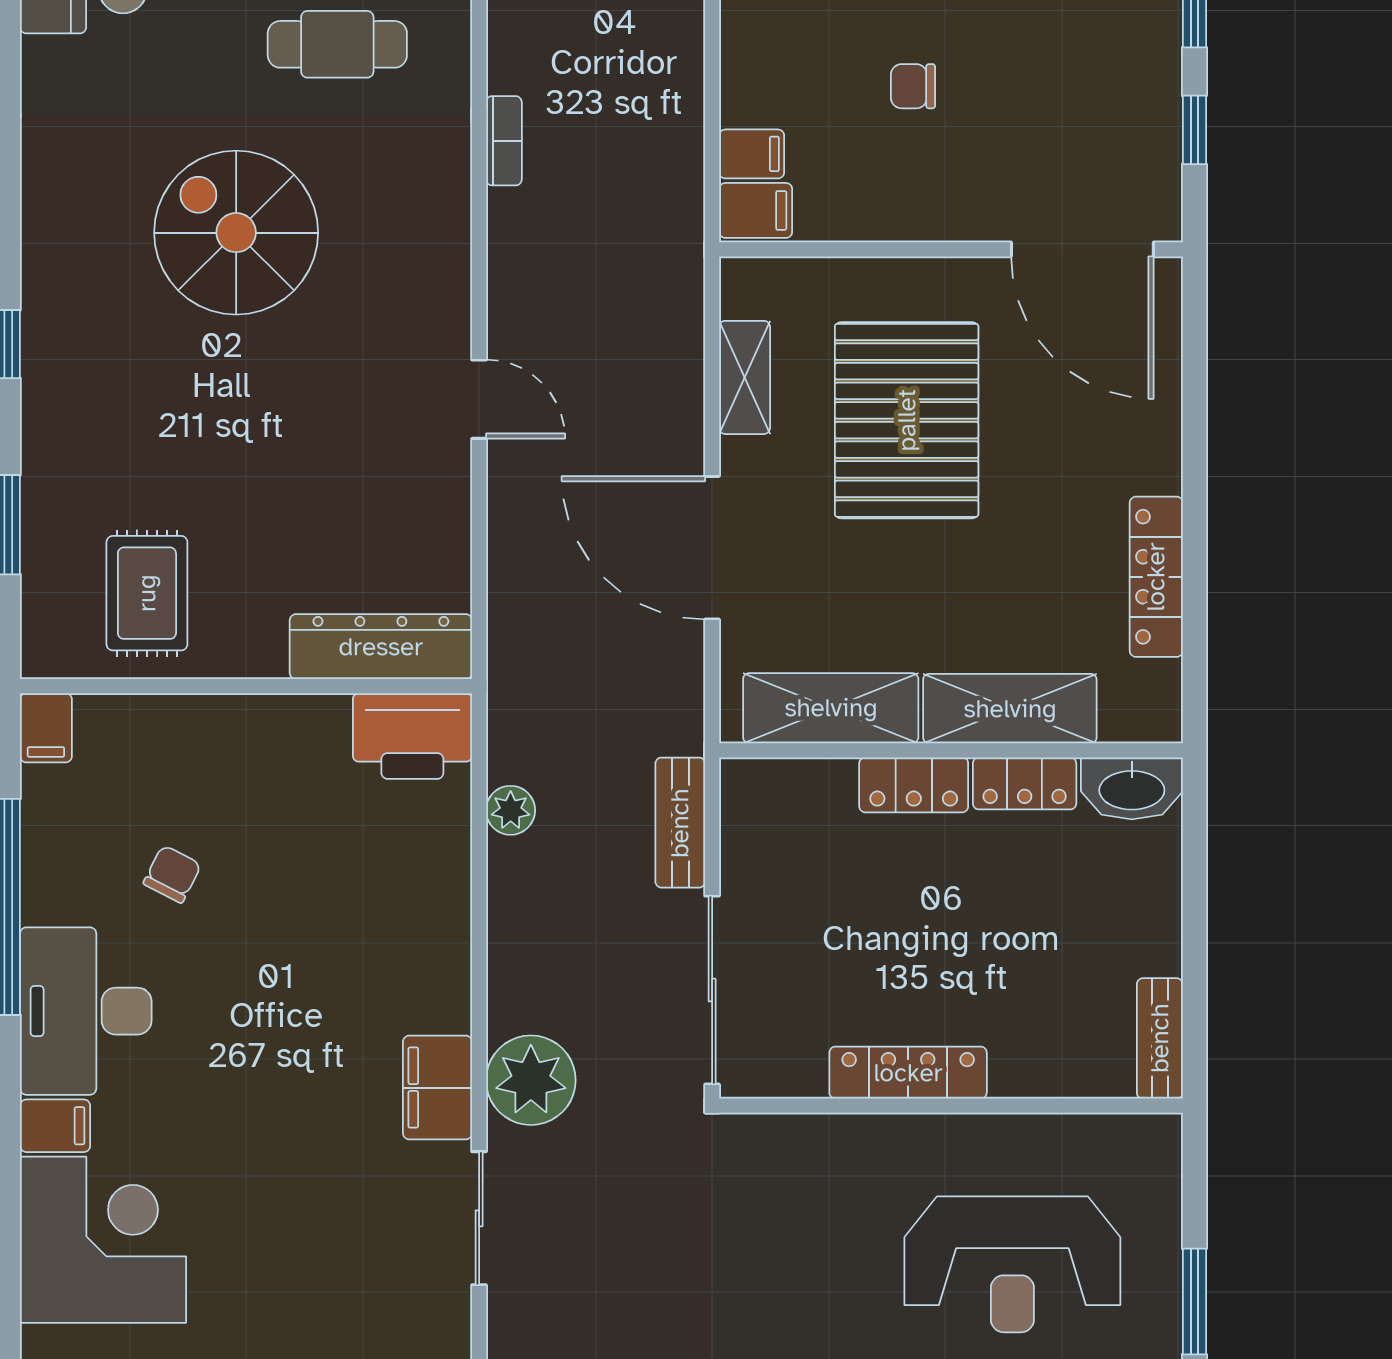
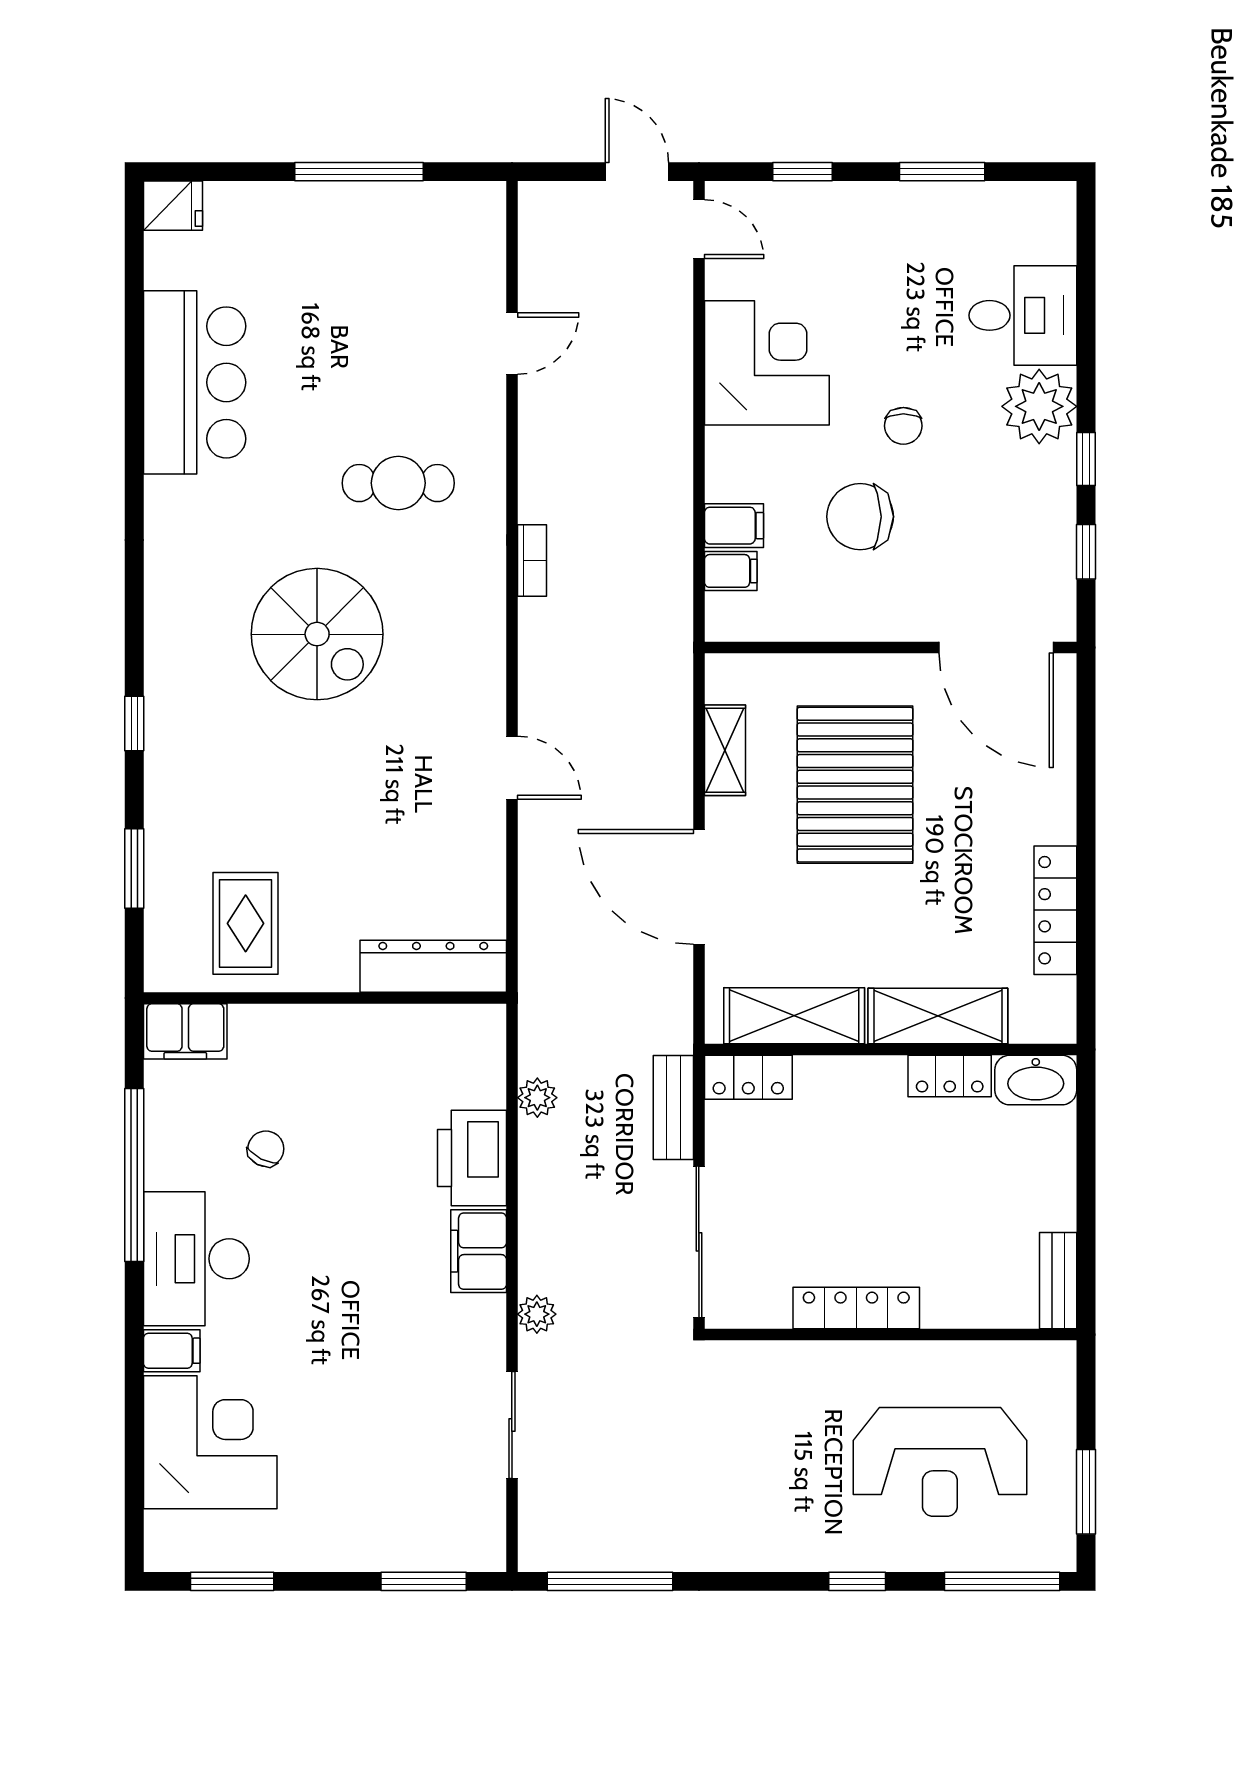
chair: (913, 86) -> (860, 517), width x1.87, depth x1.87
filing cabinet: (756, 210) -> (734, 526), moved
spiral stairs: (236, 233) -> (317, 634), turned 180
filing cabinet: (46, 728) -> (185, 1031), width x2.00
printer: (412, 736) -> (472, 1158), moved, turned 90
locker: (914, 785) -> (748, 1077), moved
plant: (531, 1080) -> (537, 1314), width x0.53, depth x0.53
filing cabinet: (437, 1088) -> (479, 1251), moved

